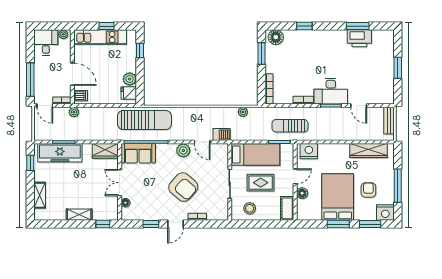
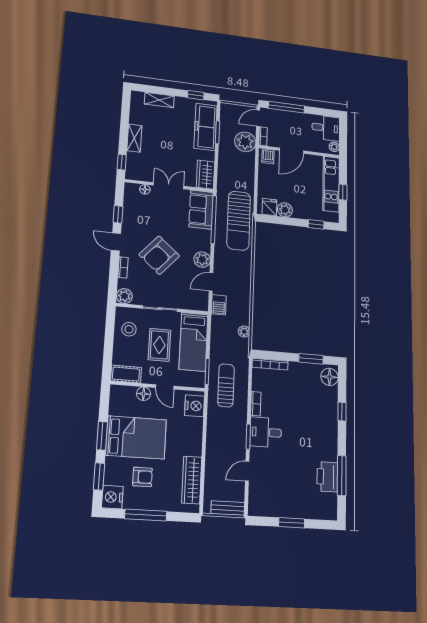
window: (358, 26) -> (342, 476), width x1.44
desk: (331, 91) -> (266, 432), width x0.73
plant: (74, 112) -> (245, 142), width x1.87, depth x1.87
plant: (222, 214) -> (124, 296), added

